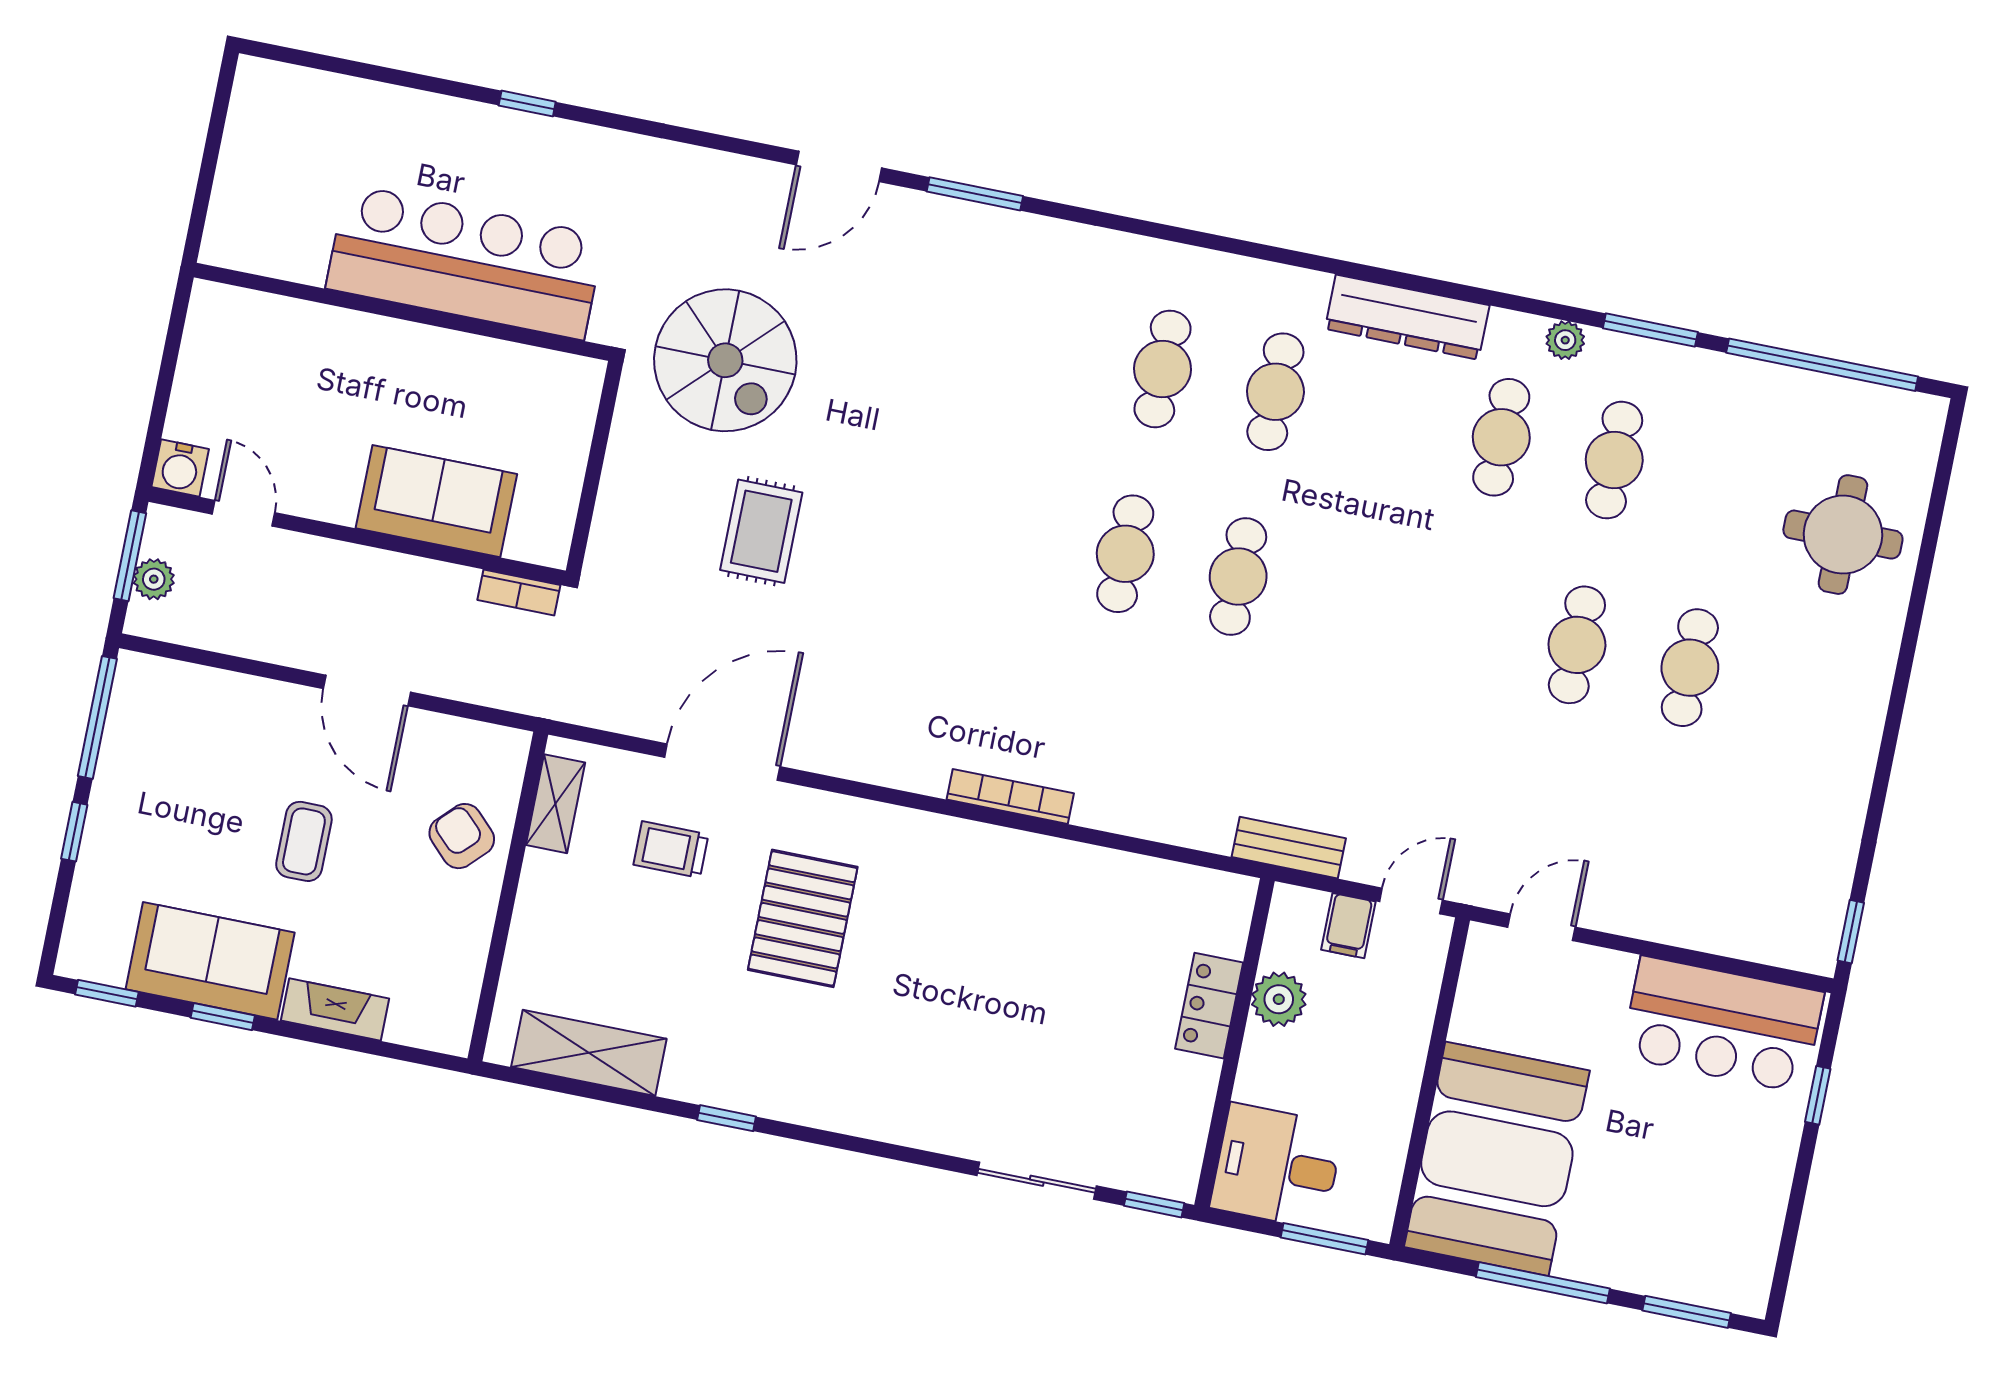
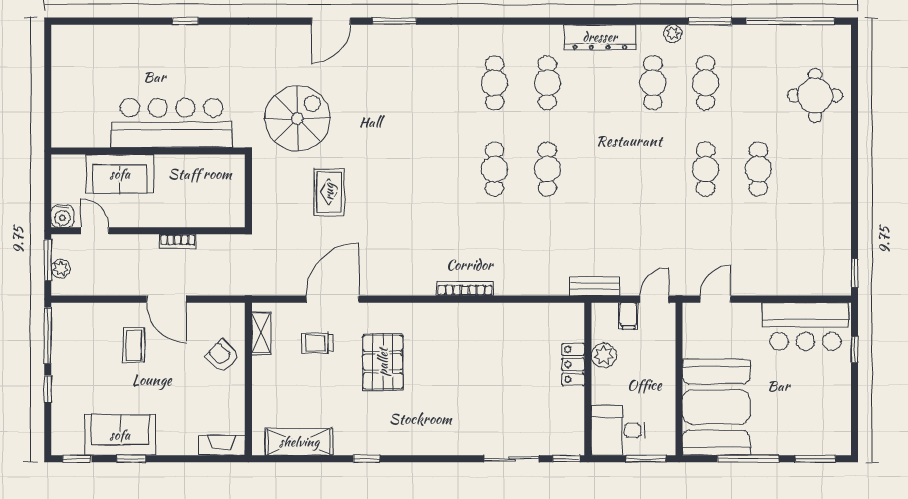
bar counter: (465, 262) -> (172, 123), moved
wall: (402, 312) -> (148, 151), moved
spiral stairs: (725, 360) -> (297, 118), turned -90
sofa: (436, 501) -> (120, 174), moved, turned 180
bookcase: (519, 592) -> (178, 241), moved
coffee table: (304, 841) -> (134, 345), moved
fireplace: (335, 1009) -> (222, 445), moved

